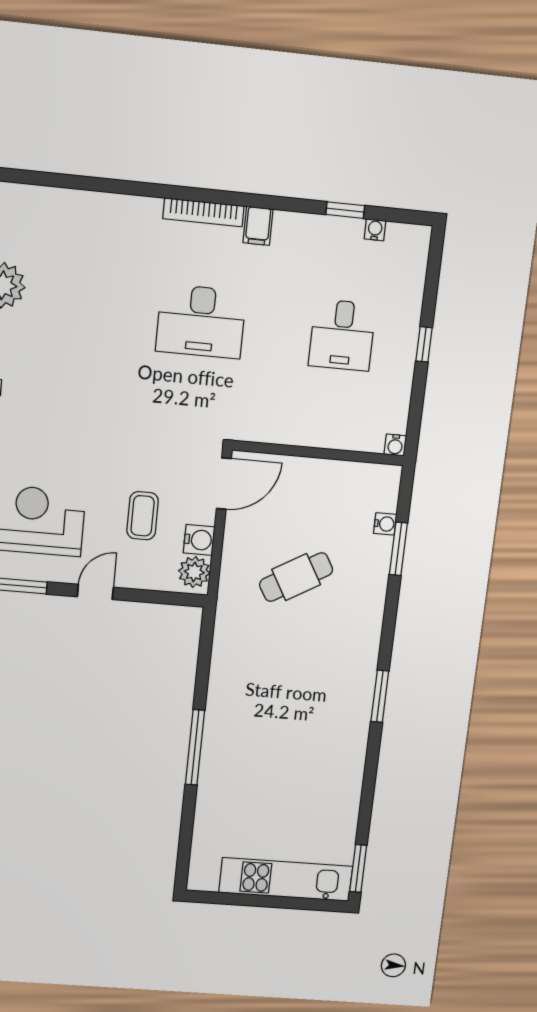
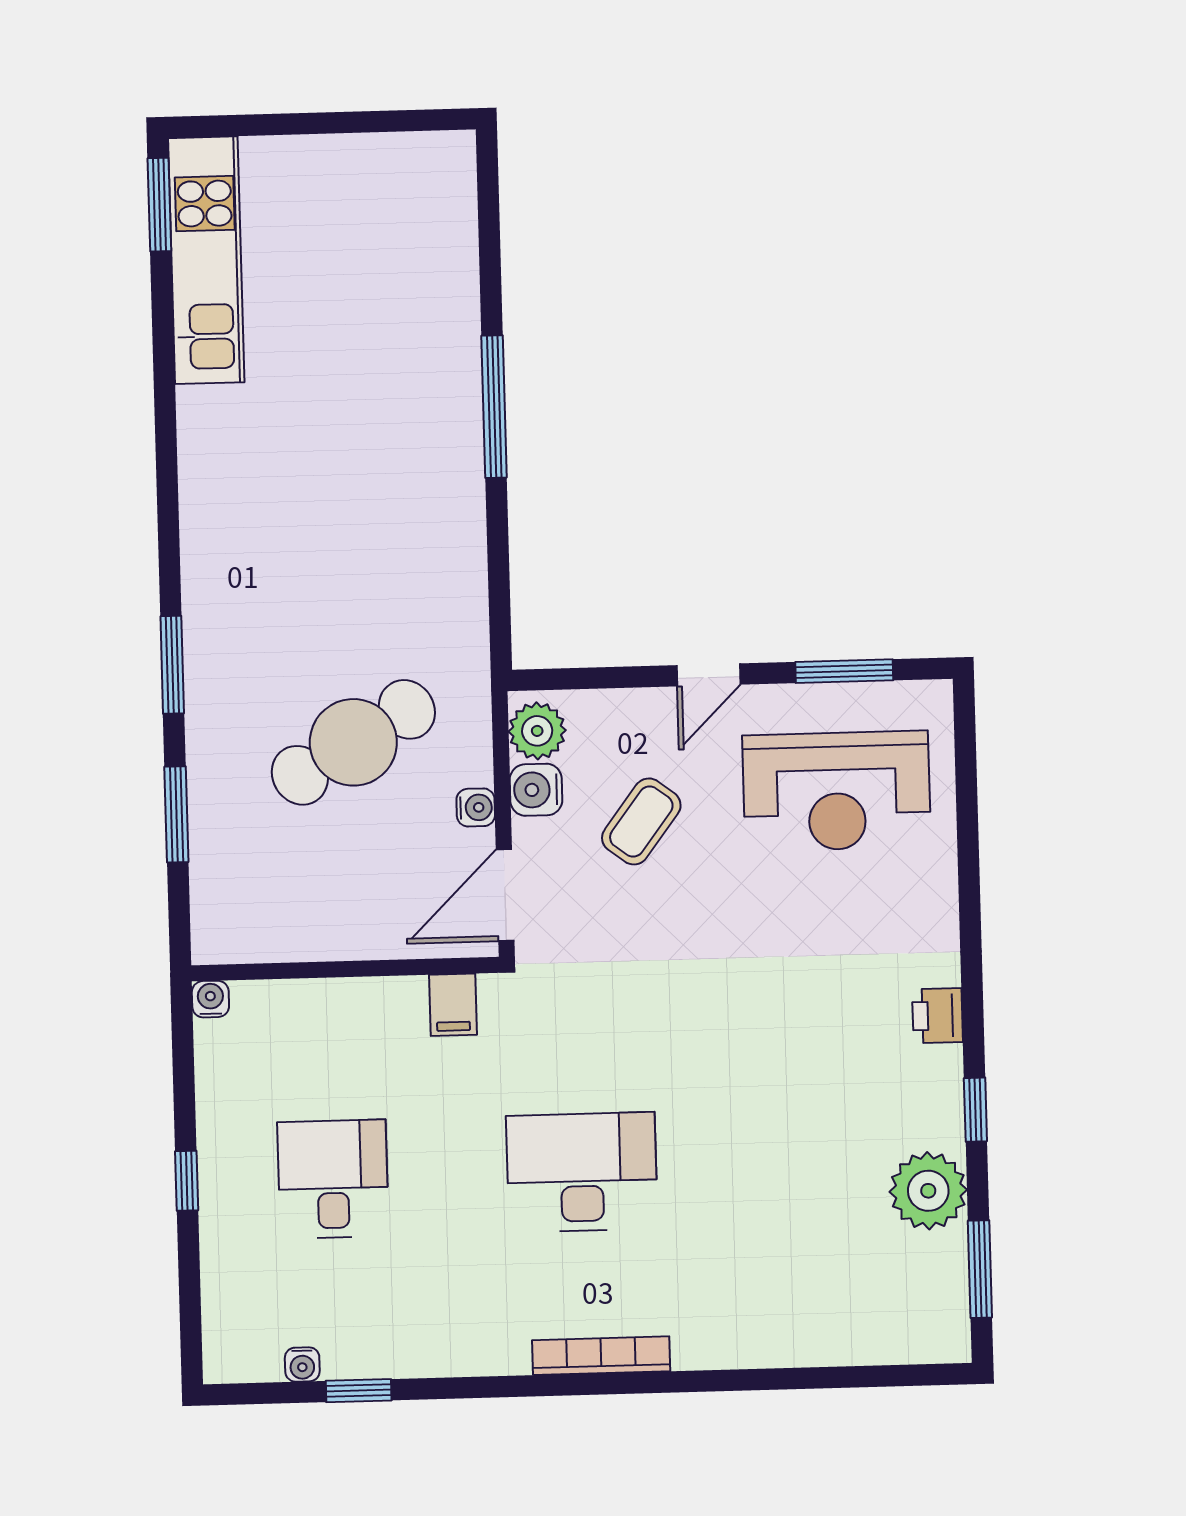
filing cabinet: (258, 226) -> (453, 1005), moved, turned 180
coffee table: (143, 516) -> (641, 821), turned 37
water cooler: (385, 524) -> (476, 807), moved, turned 180
cafe table: (296, 577) -> (353, 742), width x1.37, depth x1.35
window: (380, 696) -> (172, 665), moved
kitchen unit: (286, 880) -> (206, 260), moved, turned -90

